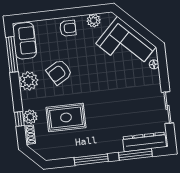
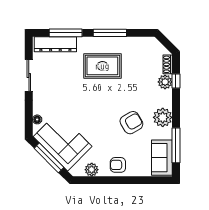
window: (138, 27) -> (49, 158), added
rug: (66, 117) -> (102, 66), moved

